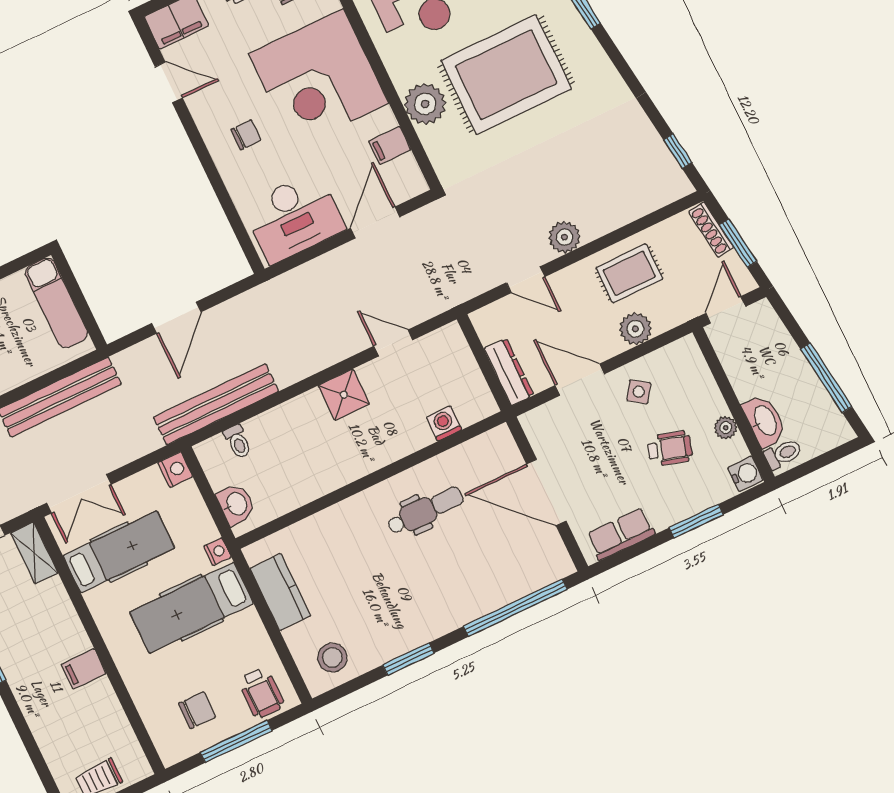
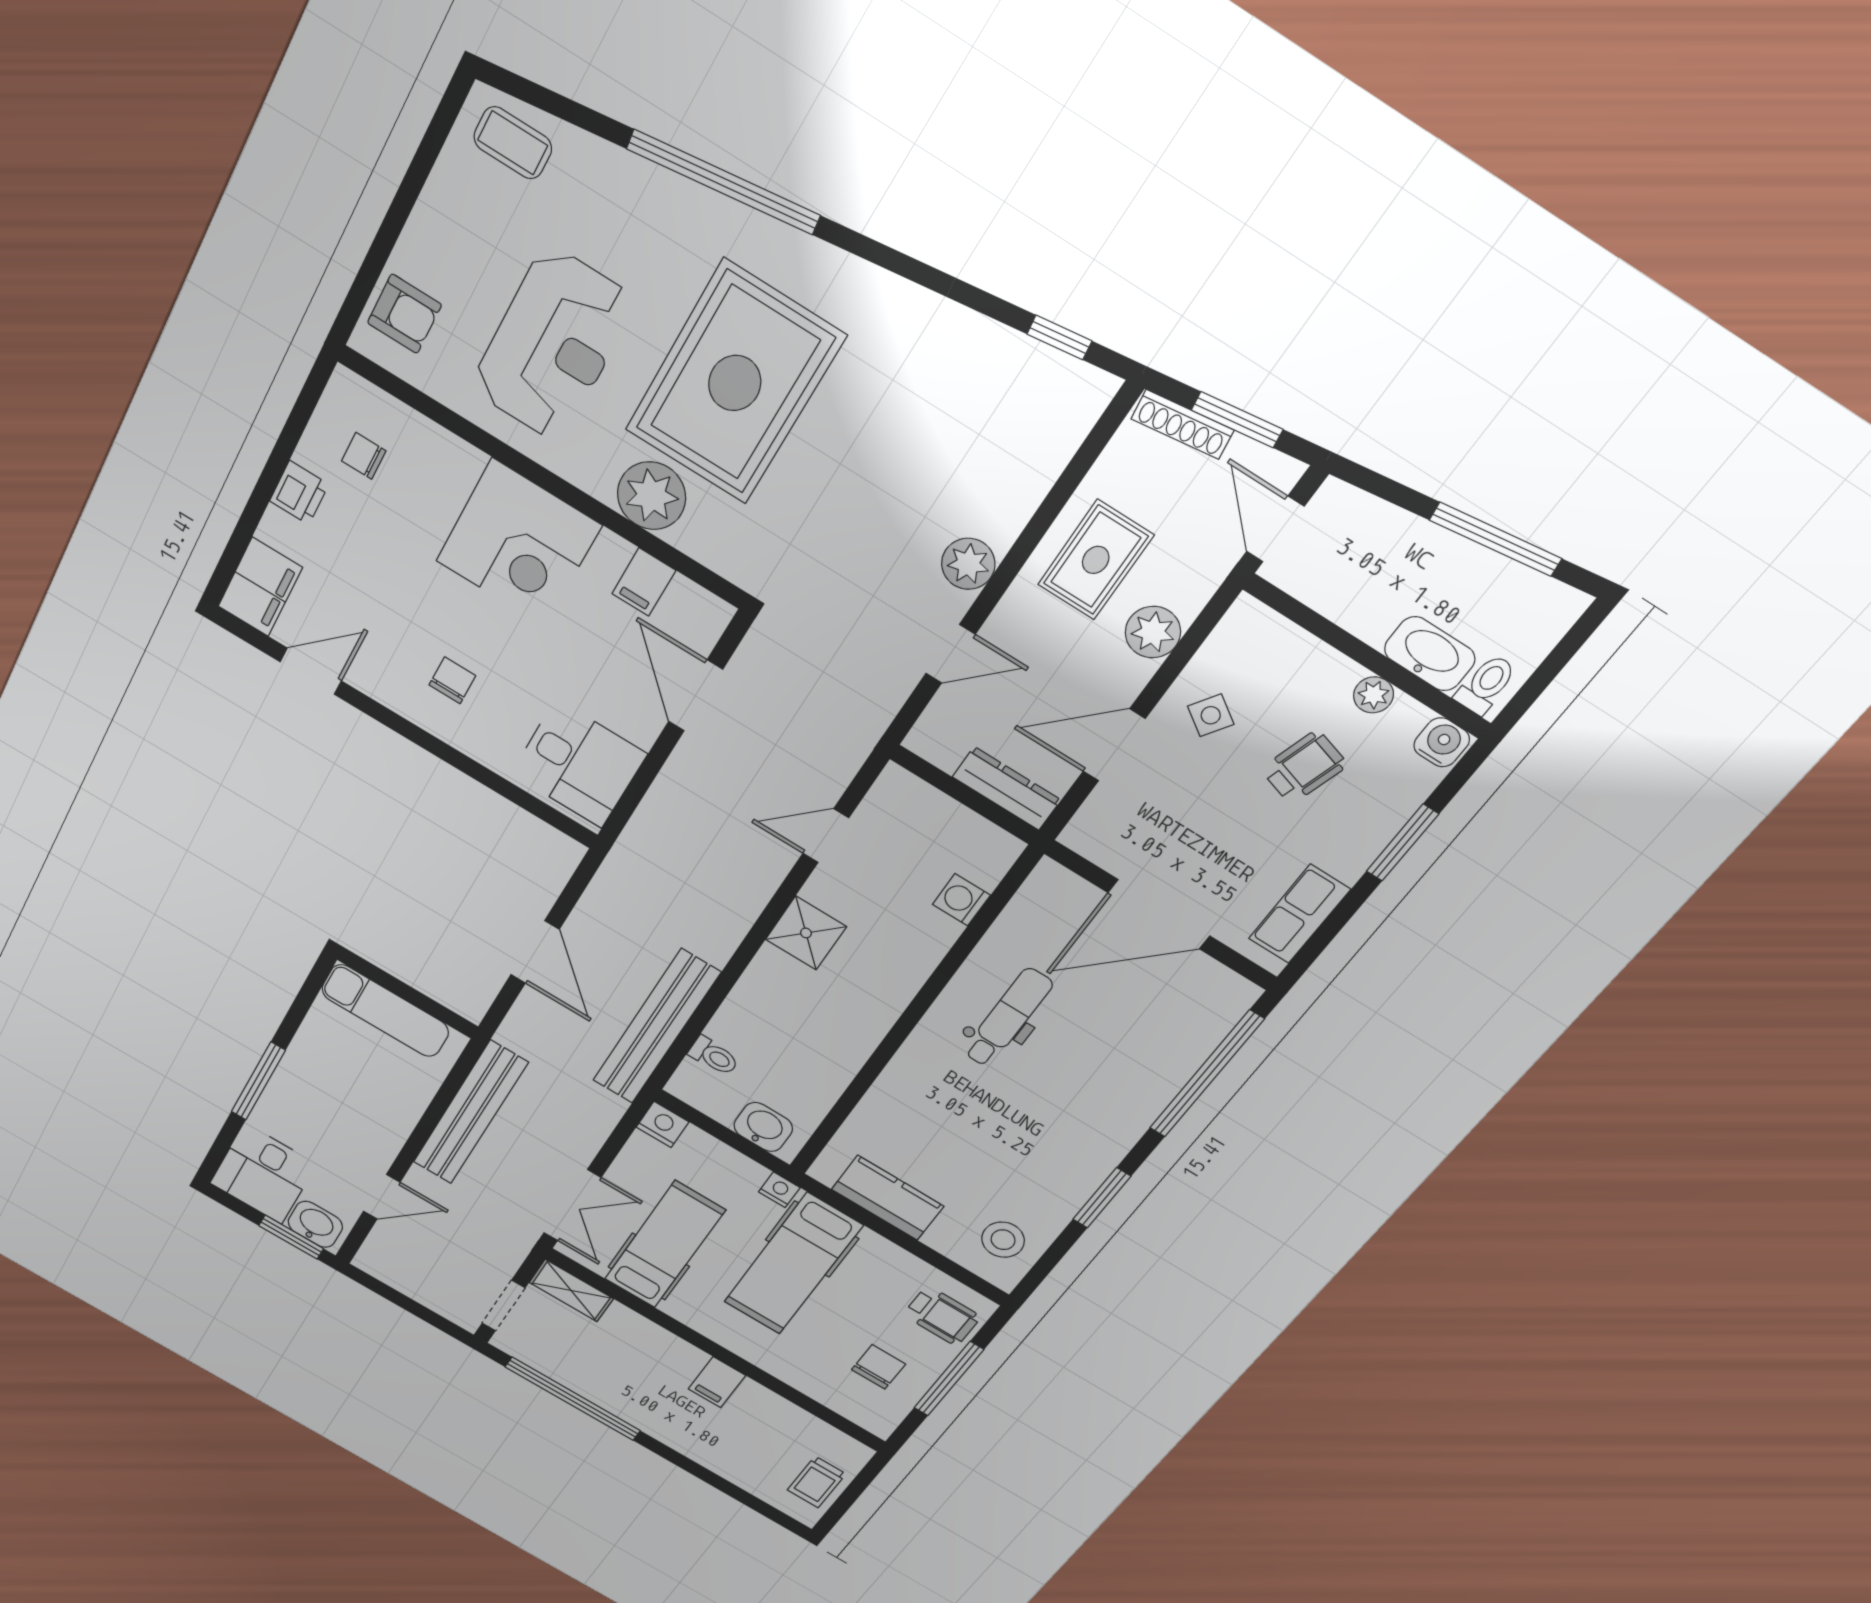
corner desk: (319, 79) -> (519, 543), width x0.74, depth x0.74
desk: (294, 217) -> (579, 764), width x0.73

